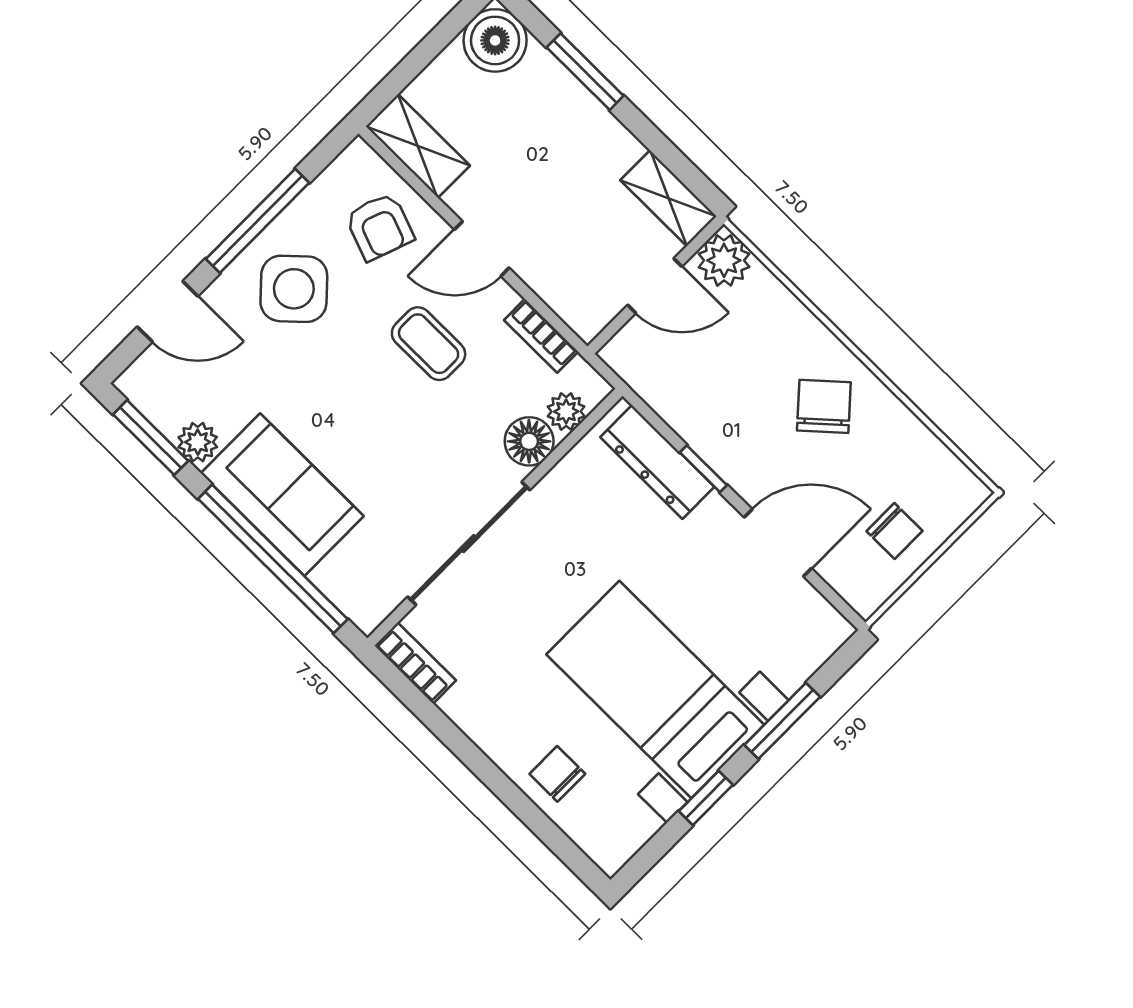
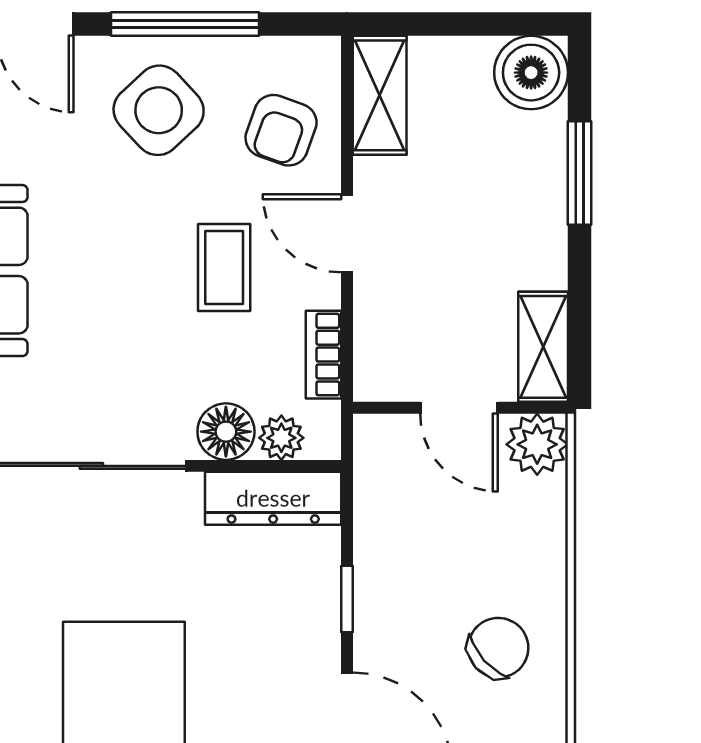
dresser: (657, 462) -> (273, 498), moved, turned -90

